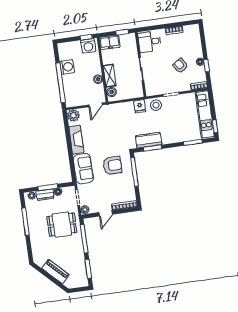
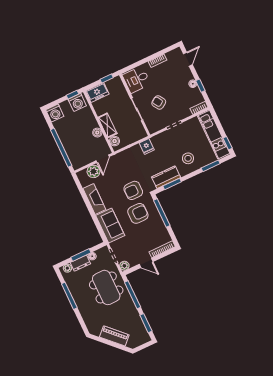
door: (203, 38) -> (188, 59), added
armchair: (180, 66) -> (159, 102), moved
washing machine: (67, 67) -> (55, 113), moved, turned 90
stool: (156, 105) -> (188, 158), moved
plant: (73, 115) -> (94, 171), moved
armchair: (115, 143) -> (133, 190), added
door: (106, 213) -> (146, 263), hinge flipped
dining table: (62, 225) -> (106, 287), width x1.37

